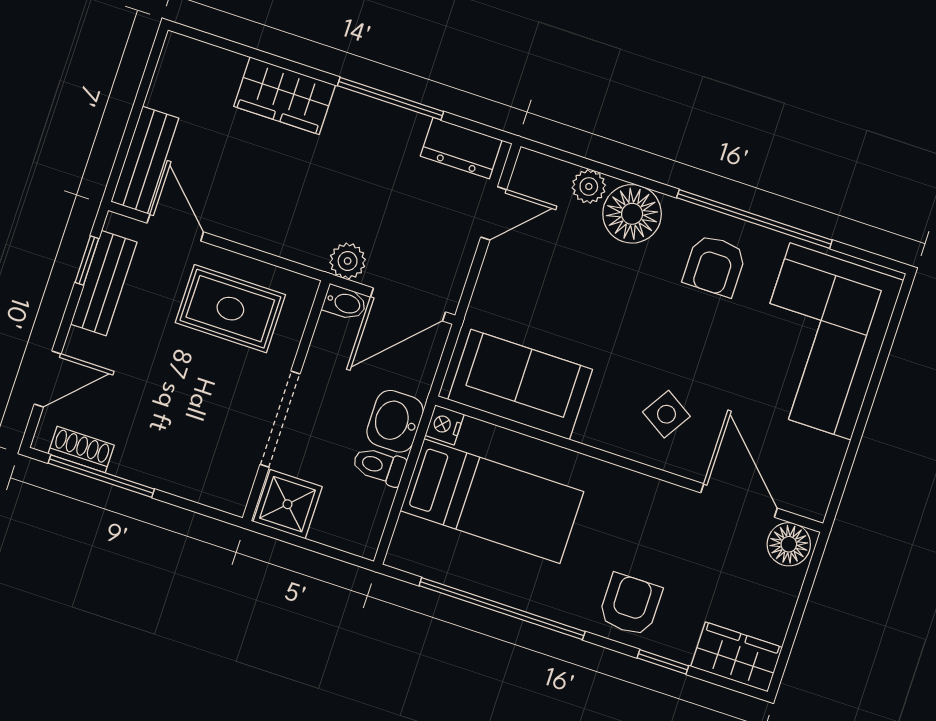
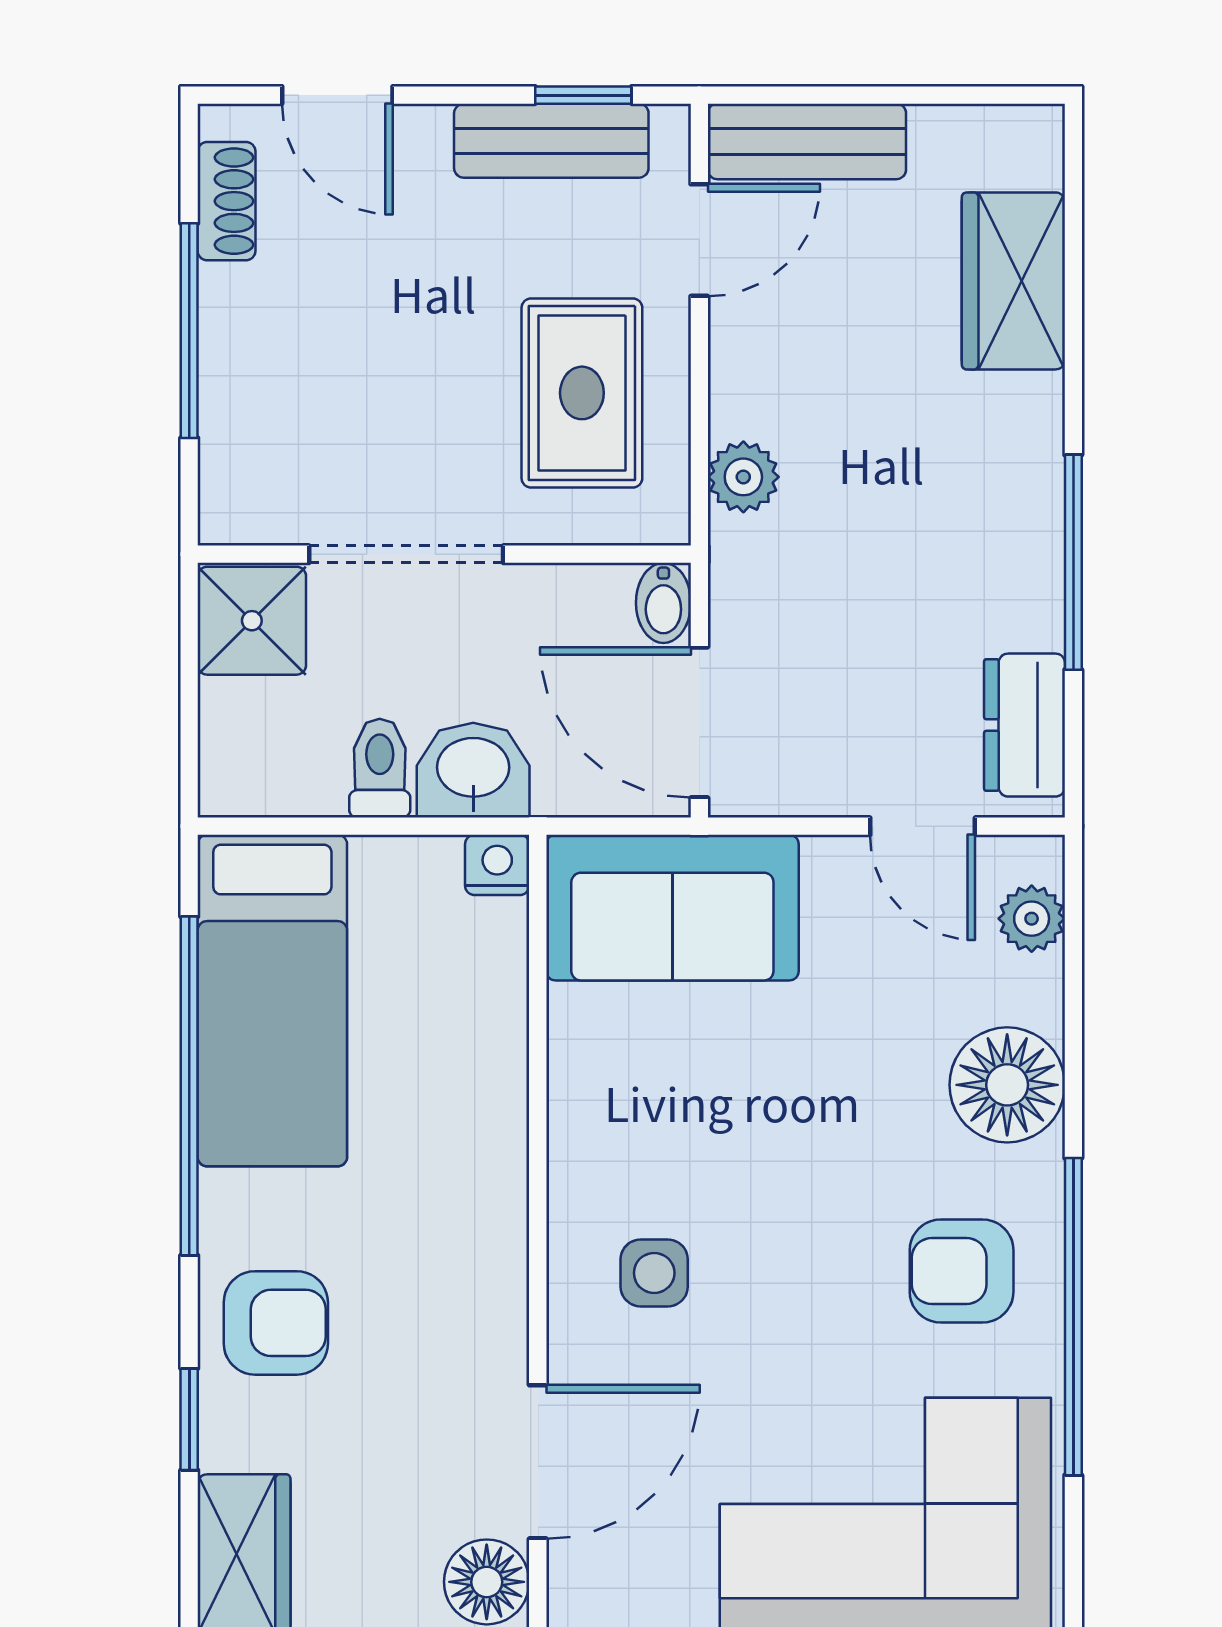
wardrobe: (285, 96) -> (1013, 281), moved
plant: (589, 186) -> (1032, 919), moved
plant: (348, 261) -> (743, 477), moved
sofa: (520, 384) -> (672, 908), moved, turned 90
side table: (666, 414) -> (654, 1273), turned -32
window: (101, 476) -> (189, 331), moved
bed: (492, 501) -> (272, 1001), moved

